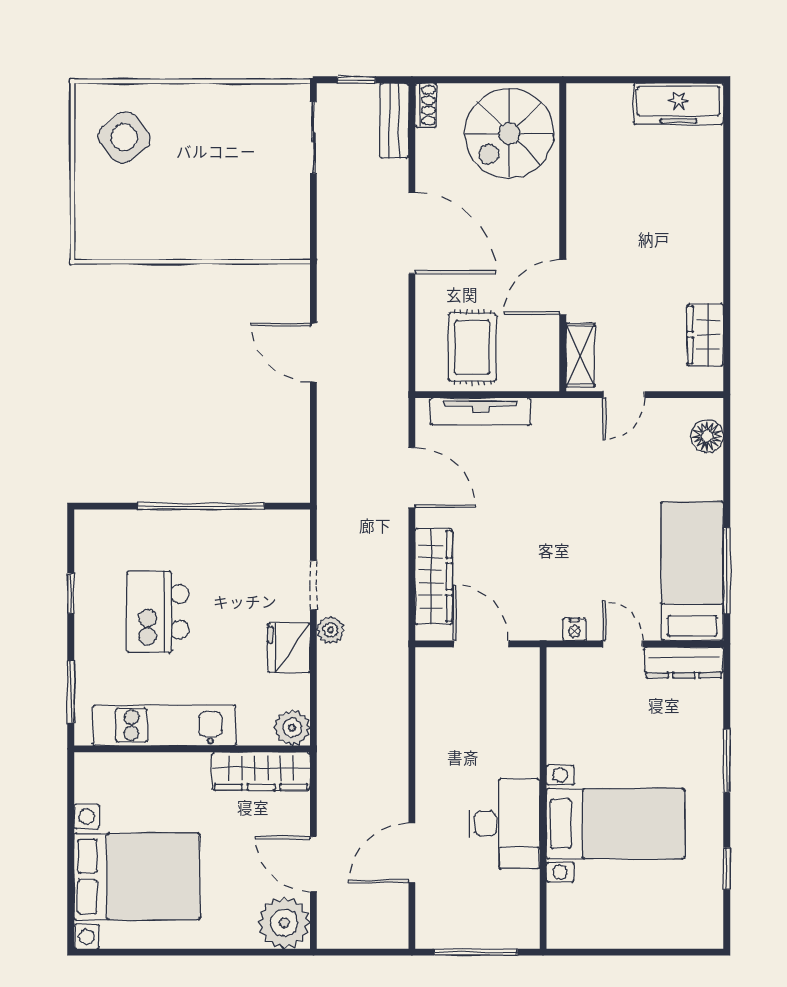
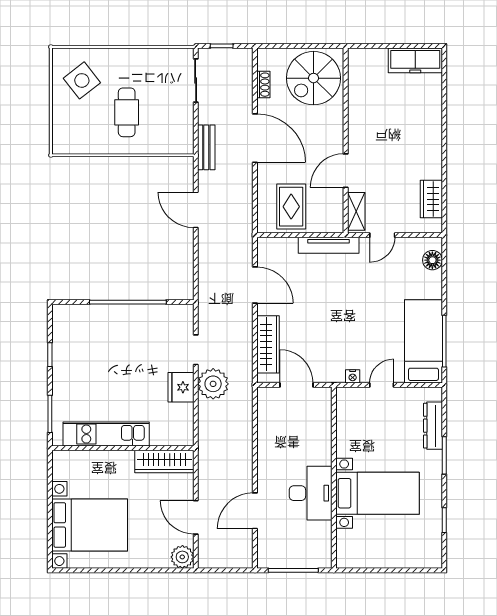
shoe rack: (426, 105) -> (263, 85), moved
bench: (394, 120) -> (206, 147), moved
cafe table: (199, 190) -> (127, 112), added
tv unit: (480, 412) -> (329, 245), moved
kitchen island: (158, 612) -> (102, 366), removed
plant: (330, 630) -> (213, 384), width x1.88, depth x1.88
door: (623, 644) -> (382, 385), hinge flipped
dresser: (684, 663) -> (433, 426), moved, turned 90
plant: (292, 728) -> (183, 435), removed
plant: (284, 923) -> (182, 557), width x0.73, depth x0.73

